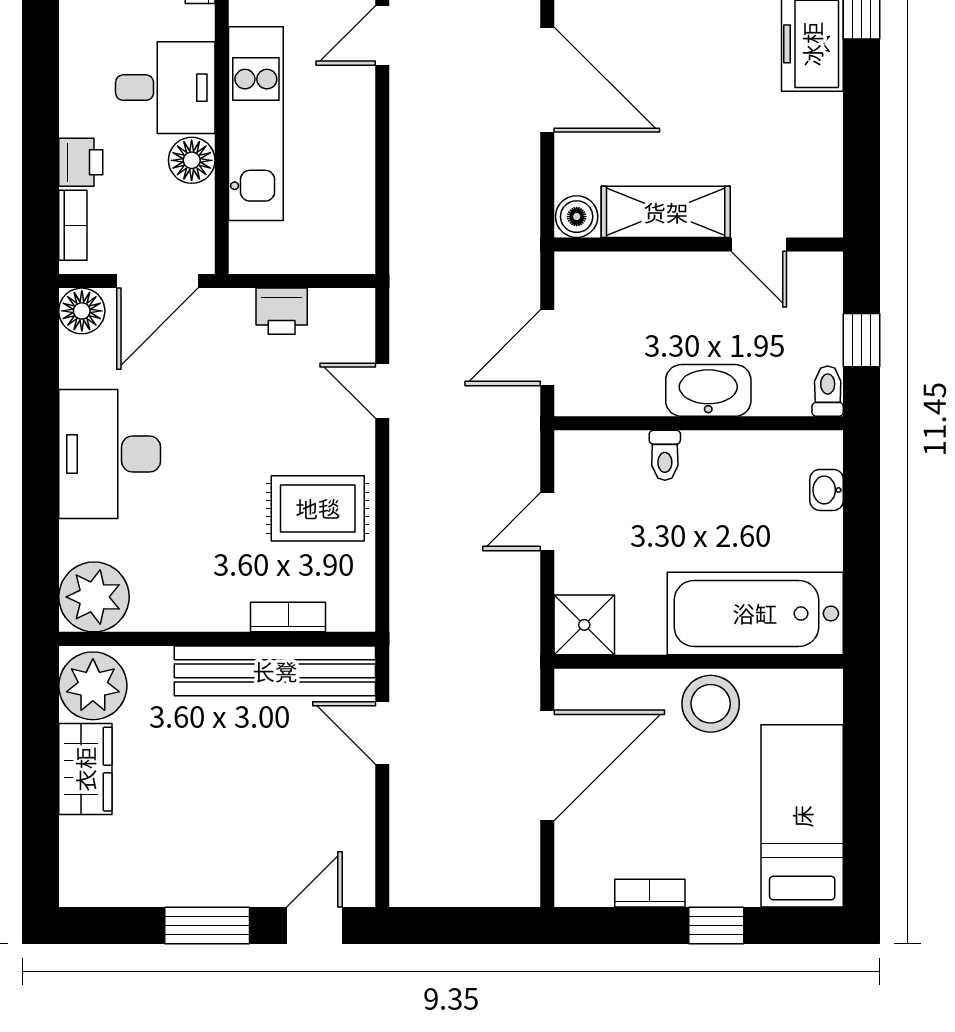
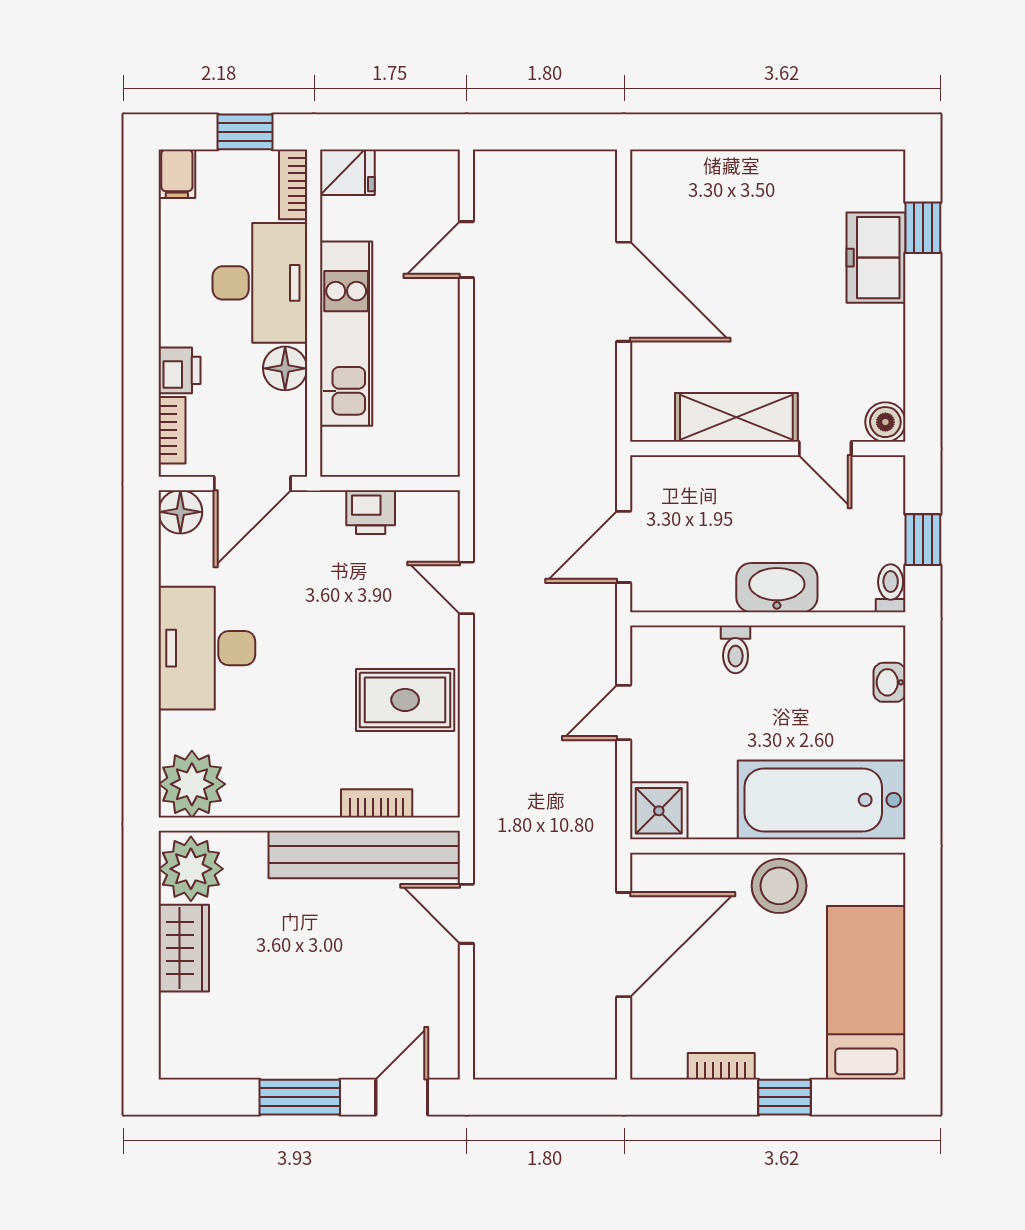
desk: (165, 88) -> (260, 283), width x1.37
boiler: (577, 217) -> (885, 422), moved

